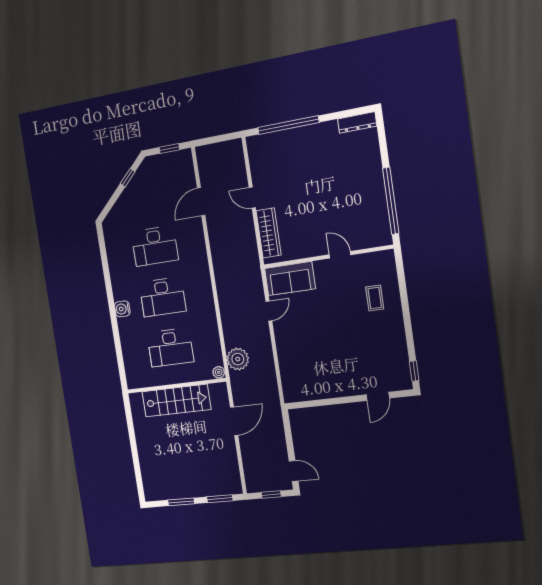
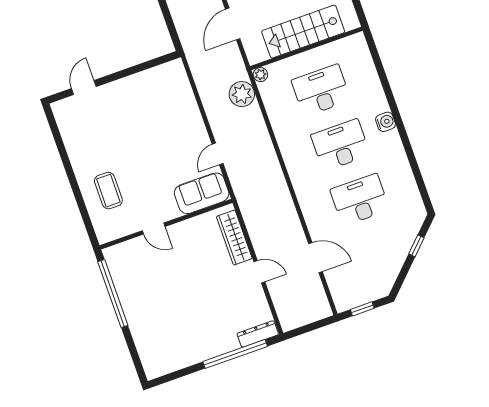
dresser: (357, 122) -> (258, 334), moved
window: (128, 178) -> (416, 246), moved
door: (201, 202) -> (315, 258), hinge flipped
coffee table: (375, 298) -> (108, 191), width x1.36, depth x1.30
window: (414, 371) -> (52, 123), removed

